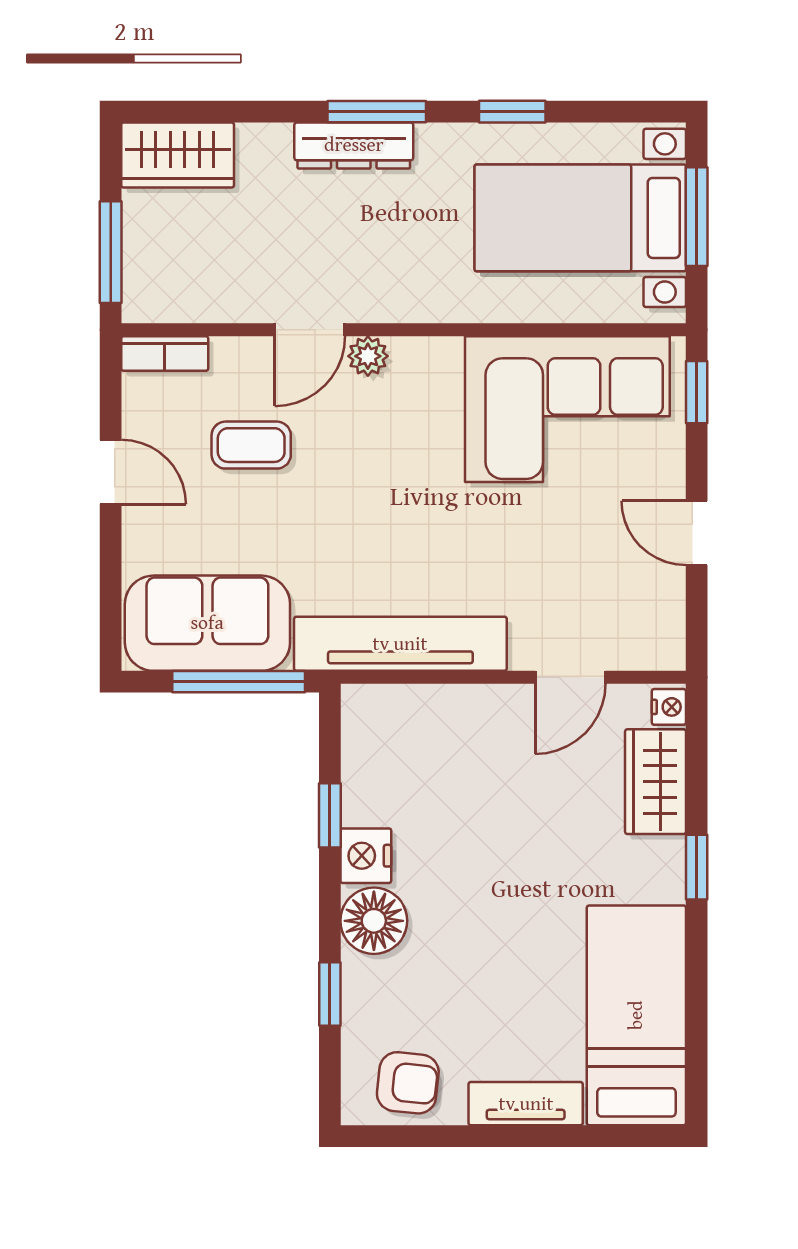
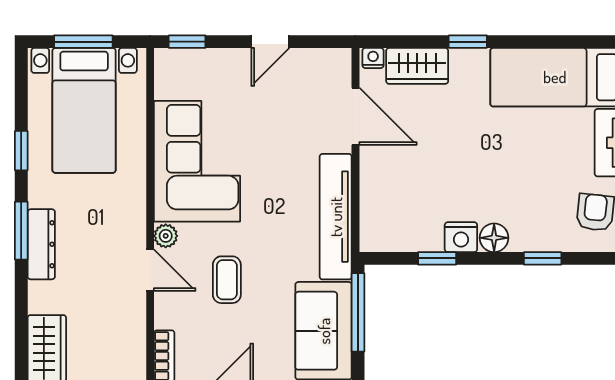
corner sofa: (567, 409) -> (197, 161), moved
coffee table: (251, 445) -> (227, 280), moved
door: (570, 677) -> (356, 116), width x1.38
floor lamp: (374, 921) -> (494, 238), width x0.73, depth x0.73

